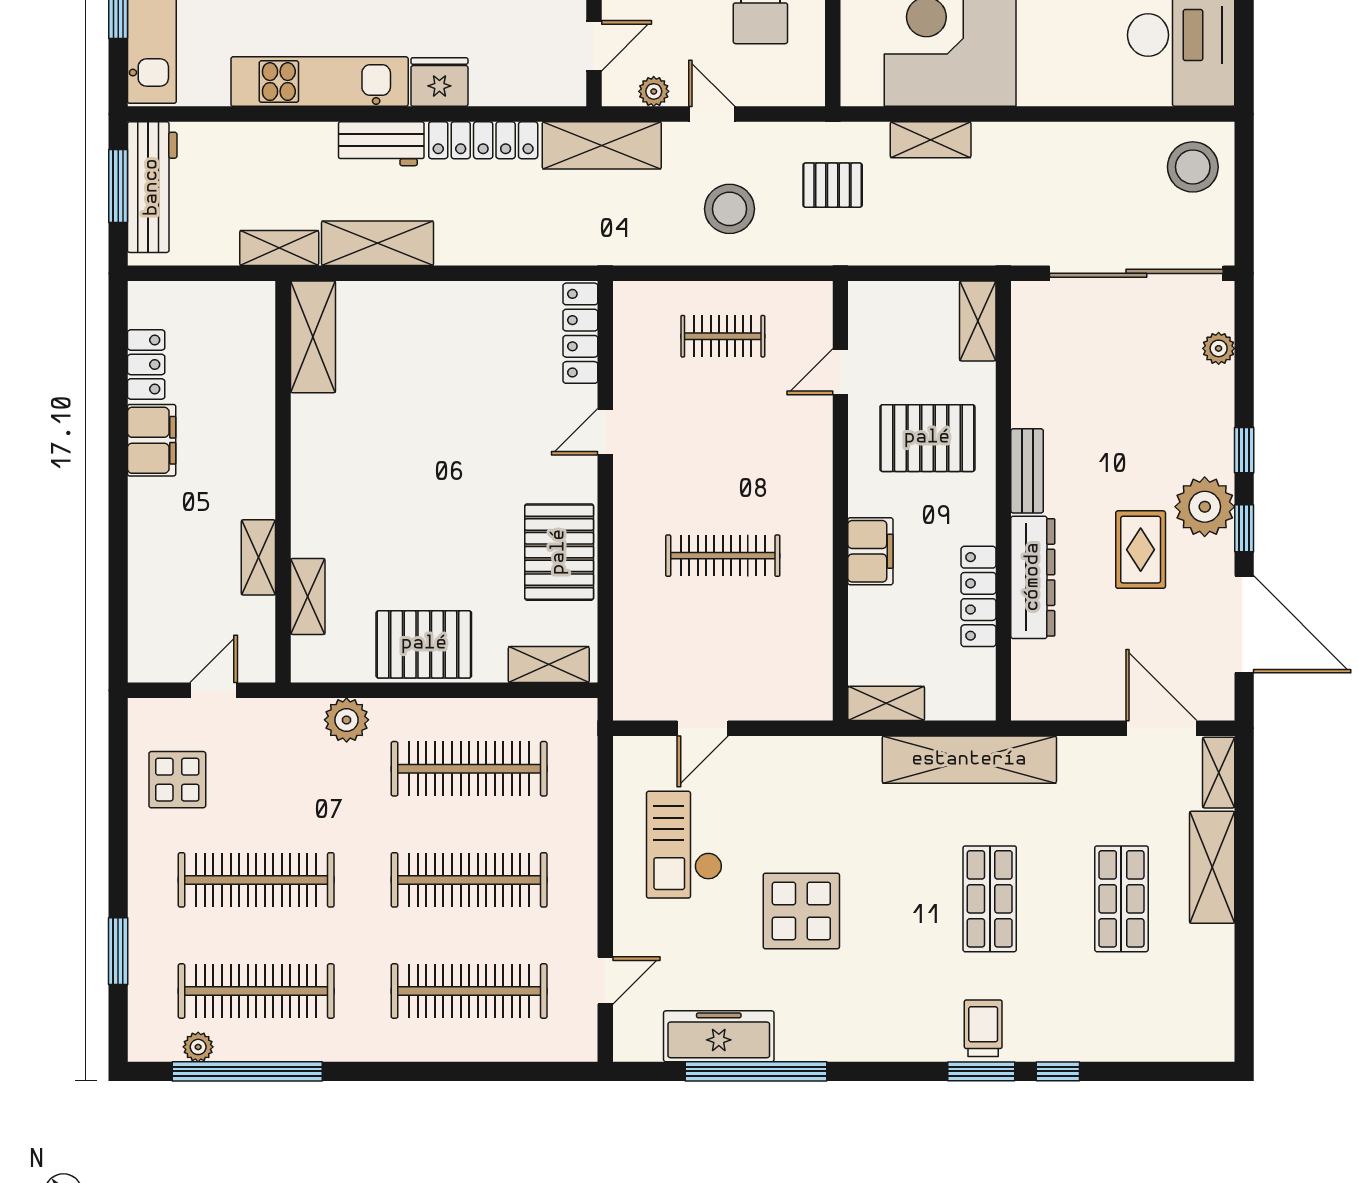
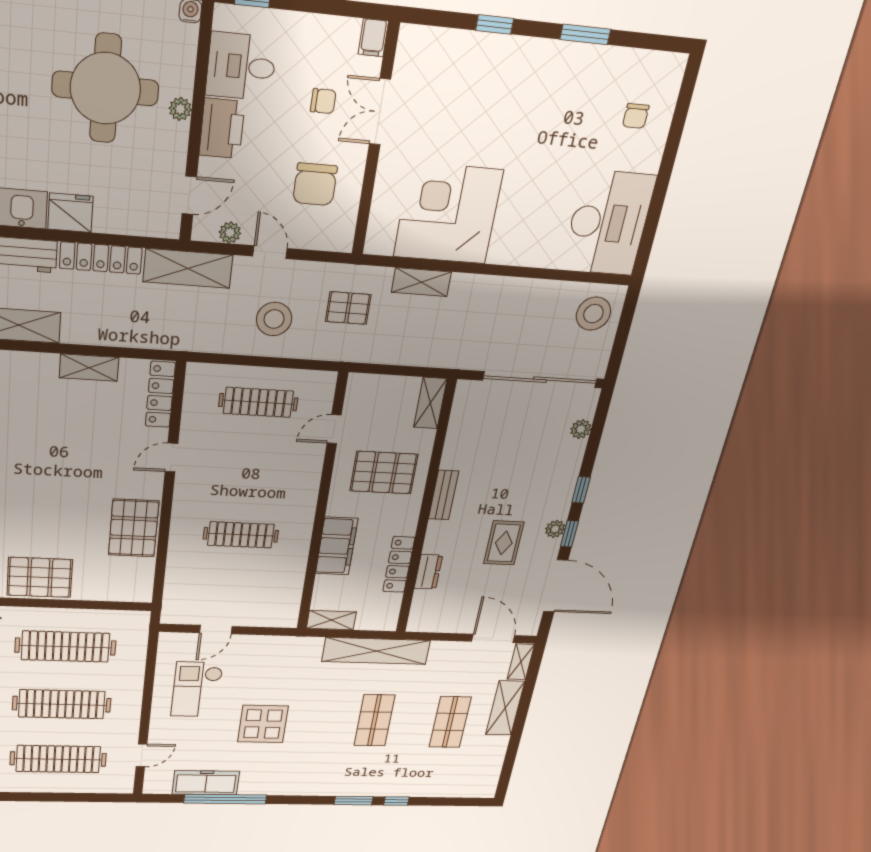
clothes rail: (723, 336) -> (258, 402), width x1.36
plant: (1205, 507) -> (555, 529), width x0.53, depth x0.53
filing cabinet: (870, 551) -> (337, 546), width x1.50, depth x1.17
dresser: (1033, 577) -> (428, 572), width x0.51, depth x0.80
shelving: (549, 665) -> (89, 368), moved
trolley: (983, 1028) -> (359, 781), removed

